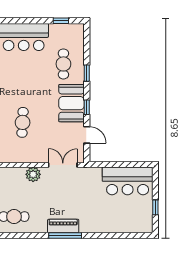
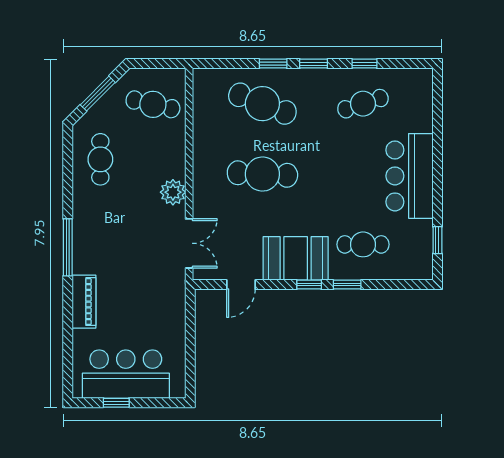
window: (87, 107) -> (309, 285), moved
cafe table: (23, 122) -> (262, 174), width x1.37, depth x1.35
bar counter: (128, 181) -> (126, 374), moved, turned 90
piano: (63, 226) -> (84, 302), moved

